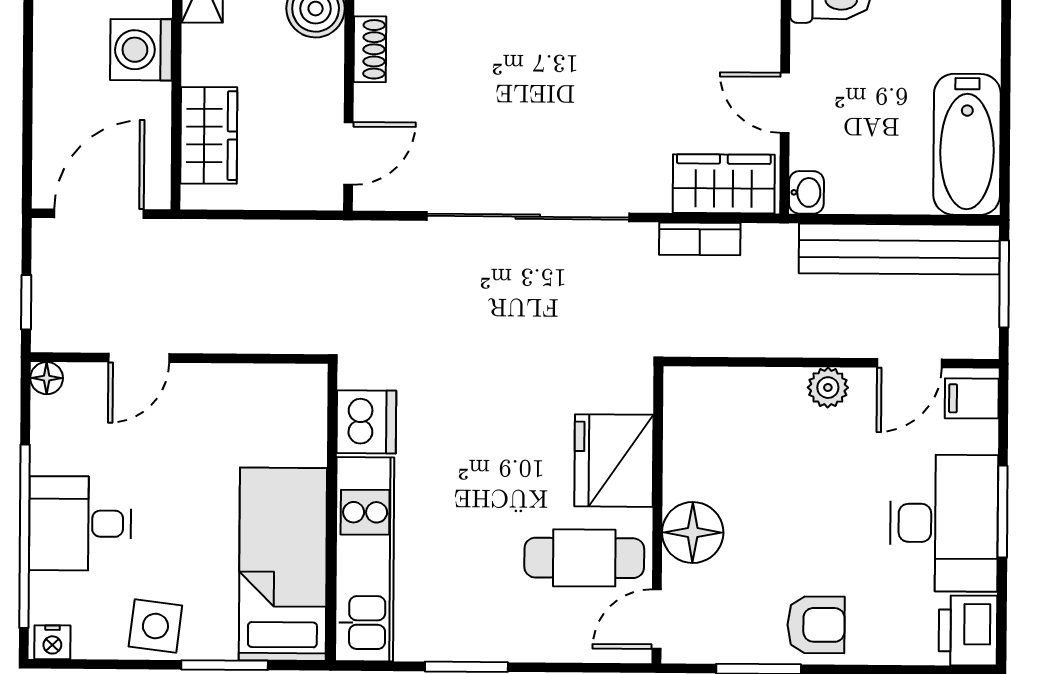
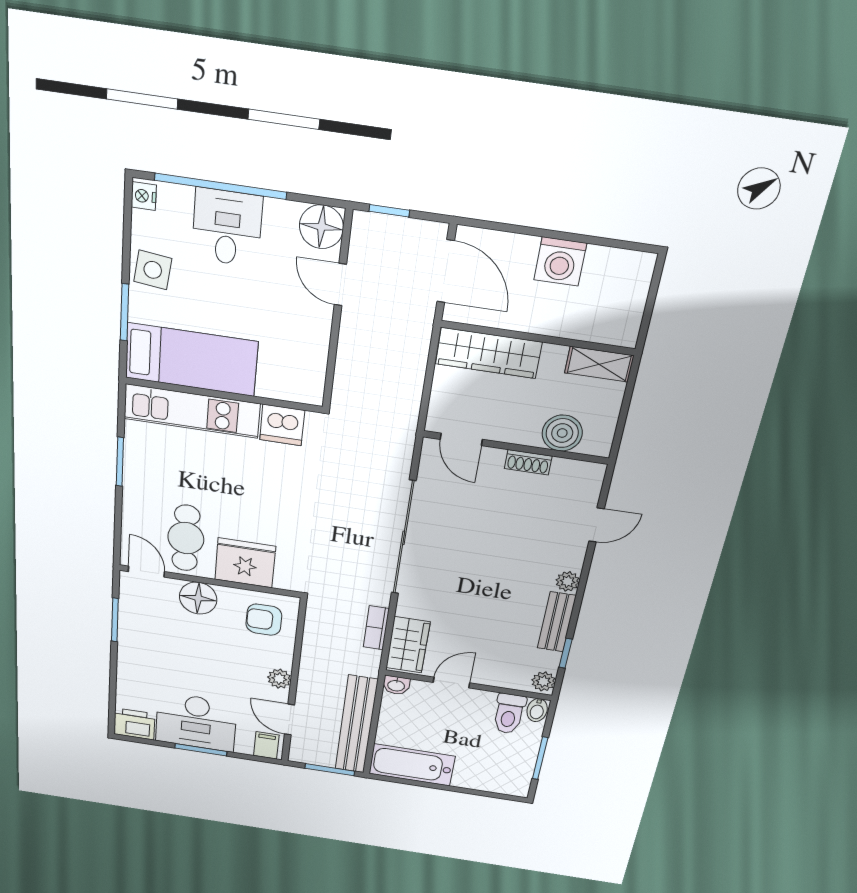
washing machine: (141, 50) -> (560, 262), moved, turned 180
wardrobe: (209, 135) -> (489, 353), width x1.50
floor lamp: (47, 378) -> (321, 227), width x1.89, depth x1.89
armchair: (816, 625) -> (264, 620), moved, turned 90

